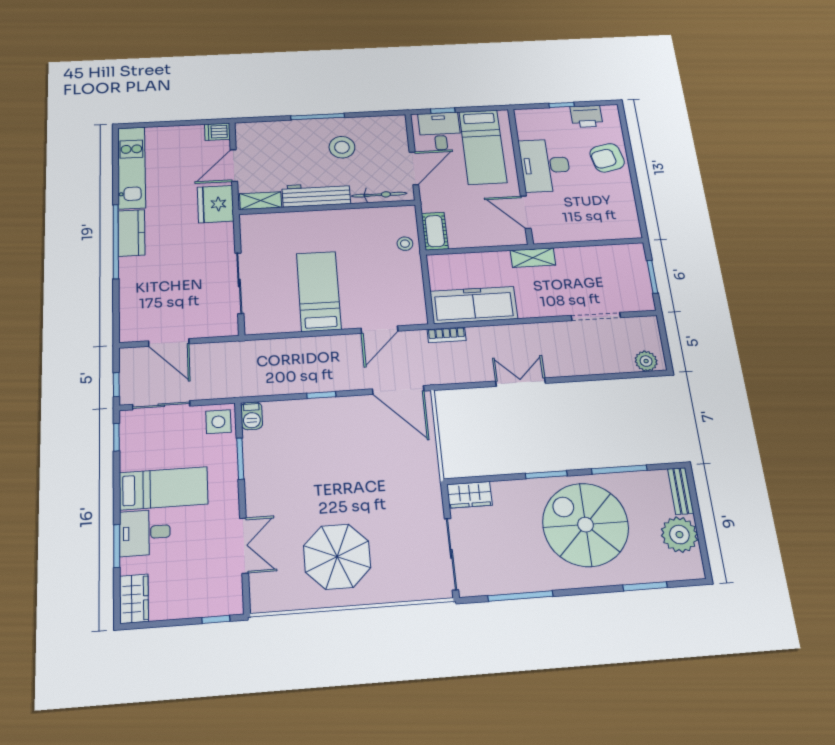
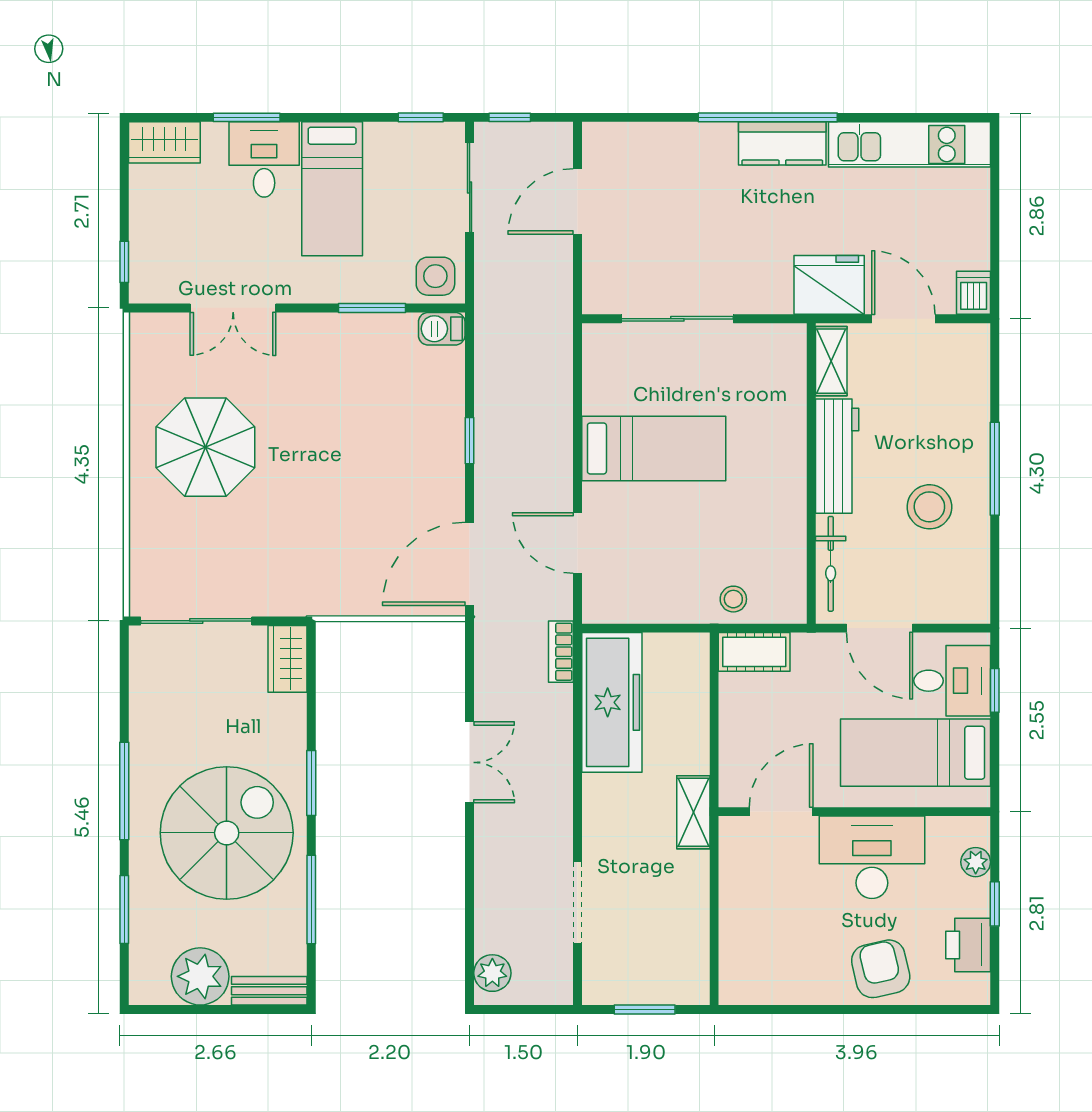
plant: (540, 115) -> (976, 862), added
window: (520, 596) -> (124, 791), moved

